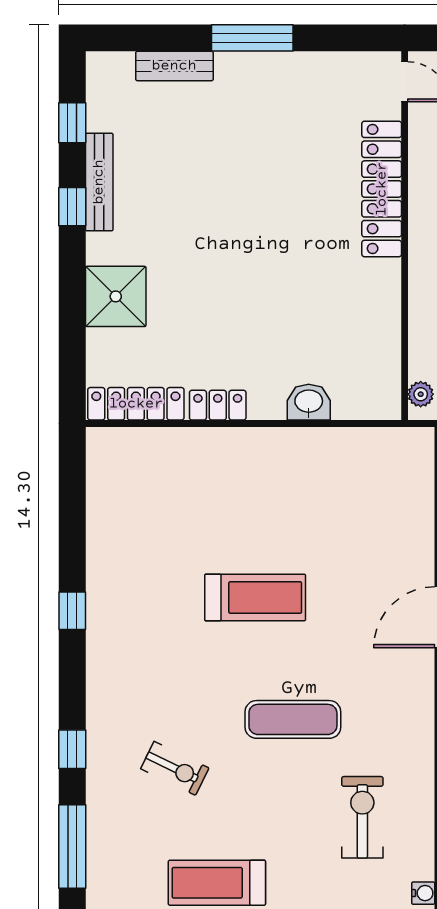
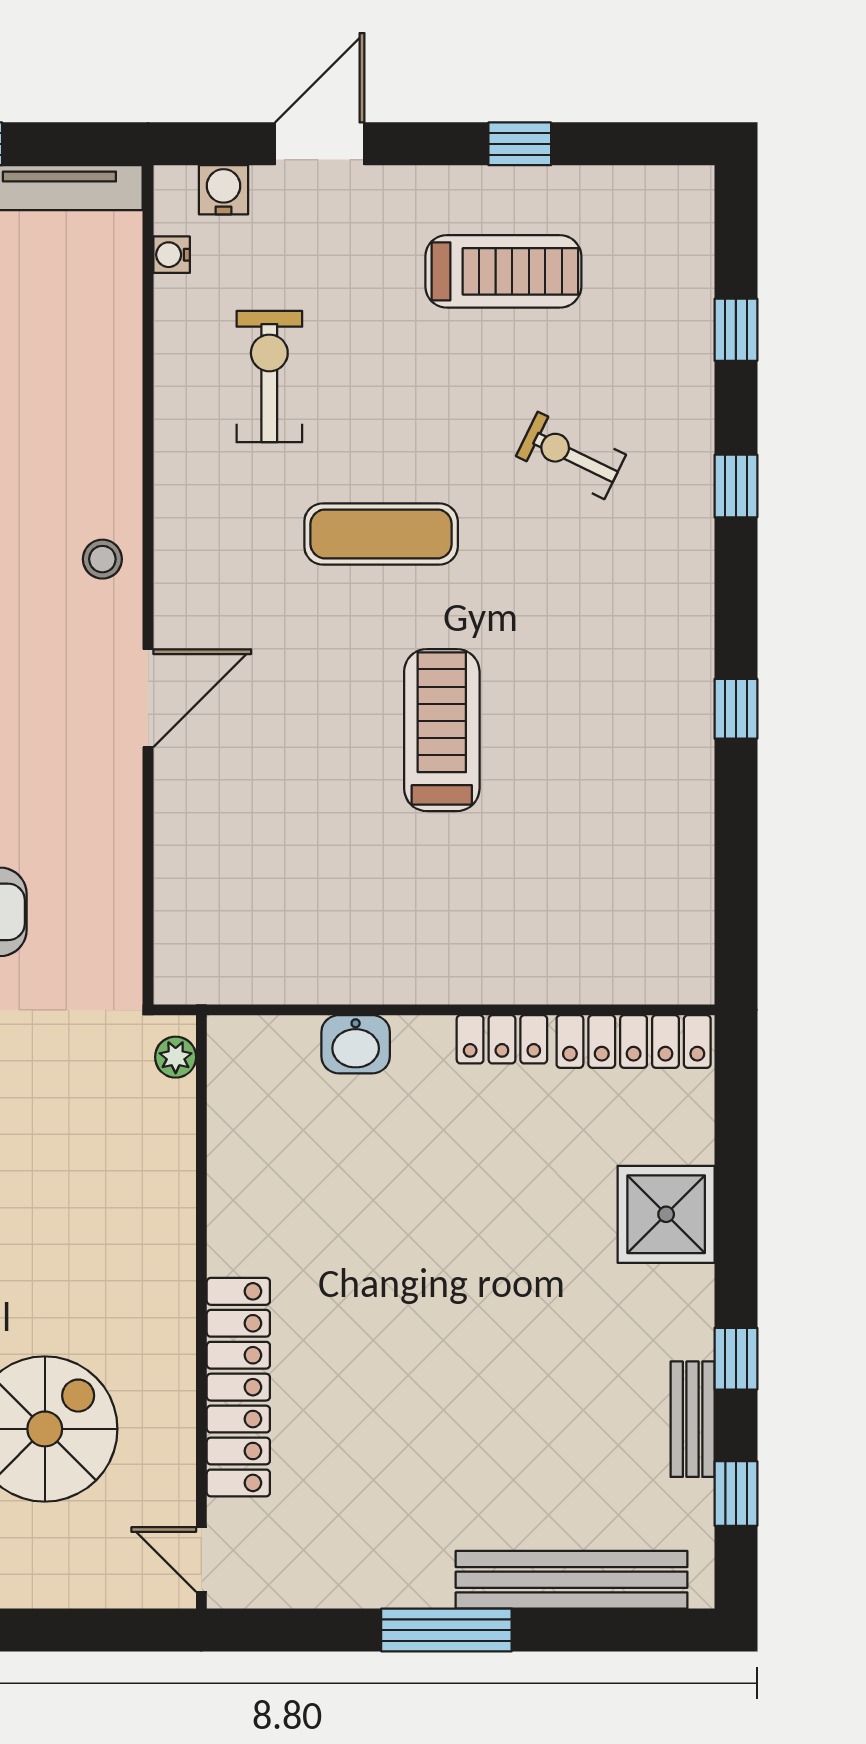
bench: (174, 66) -> (572, 1580), width x1.86, depth x1.21
bench: (99, 182) -> (693, 1419), width x0.73
treadmill: (255, 597) -> (442, 730), turned 90
exercise bike: (362, 817) -> (269, 377), turned 180
window: (72, 846) -> (736, 330), width x0.46

